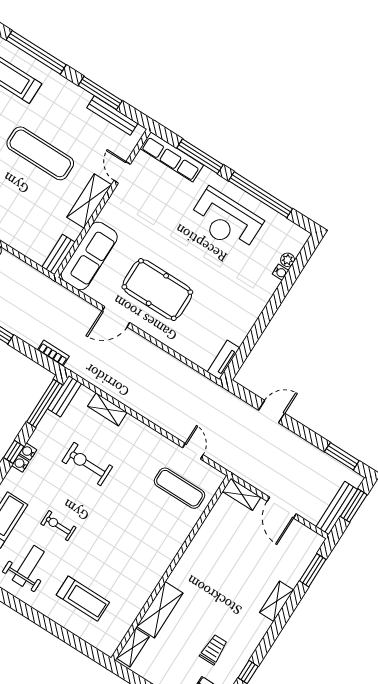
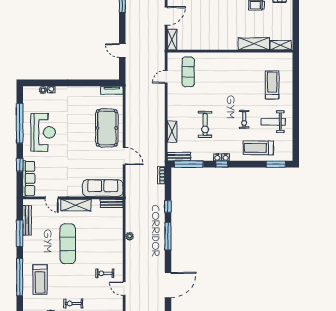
window: (200, 156) -> (20, 165), width x0.46
door: (122, 172) -> (52, 198), hinge flipped
pool table: (157, 290) -> (107, 128), moved

